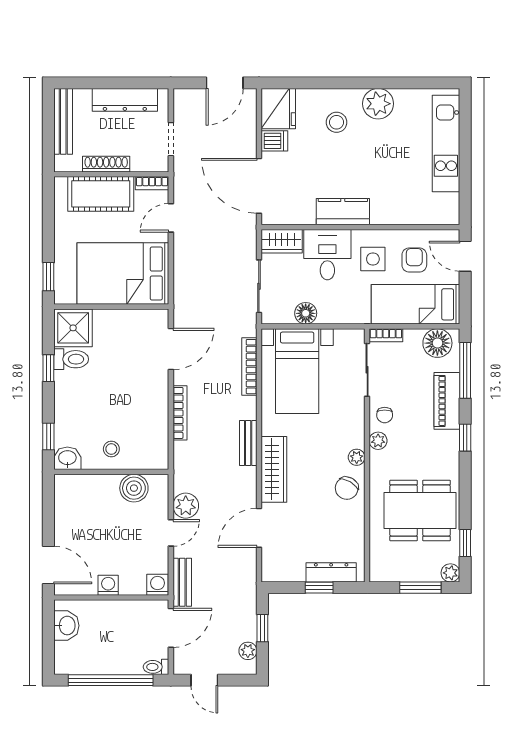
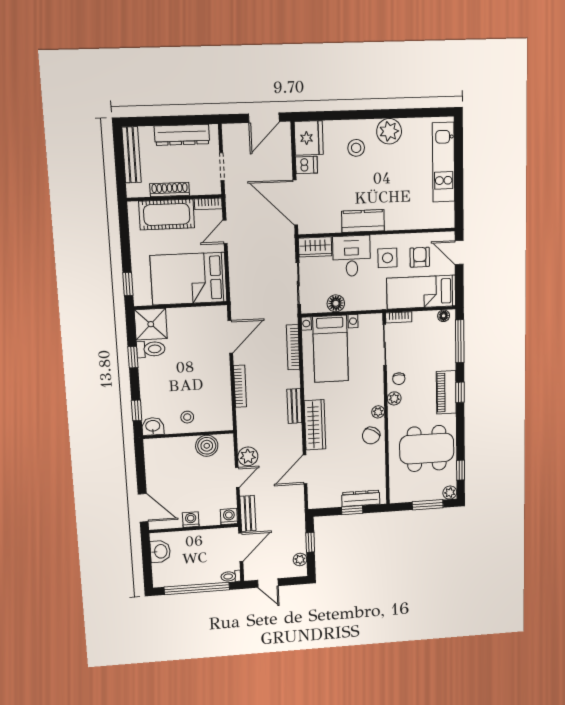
floor lamp: (437, 343) -> (444, 316), width x0.53, depth x0.53
piano: (447, 401) -> (446, 392), moved

